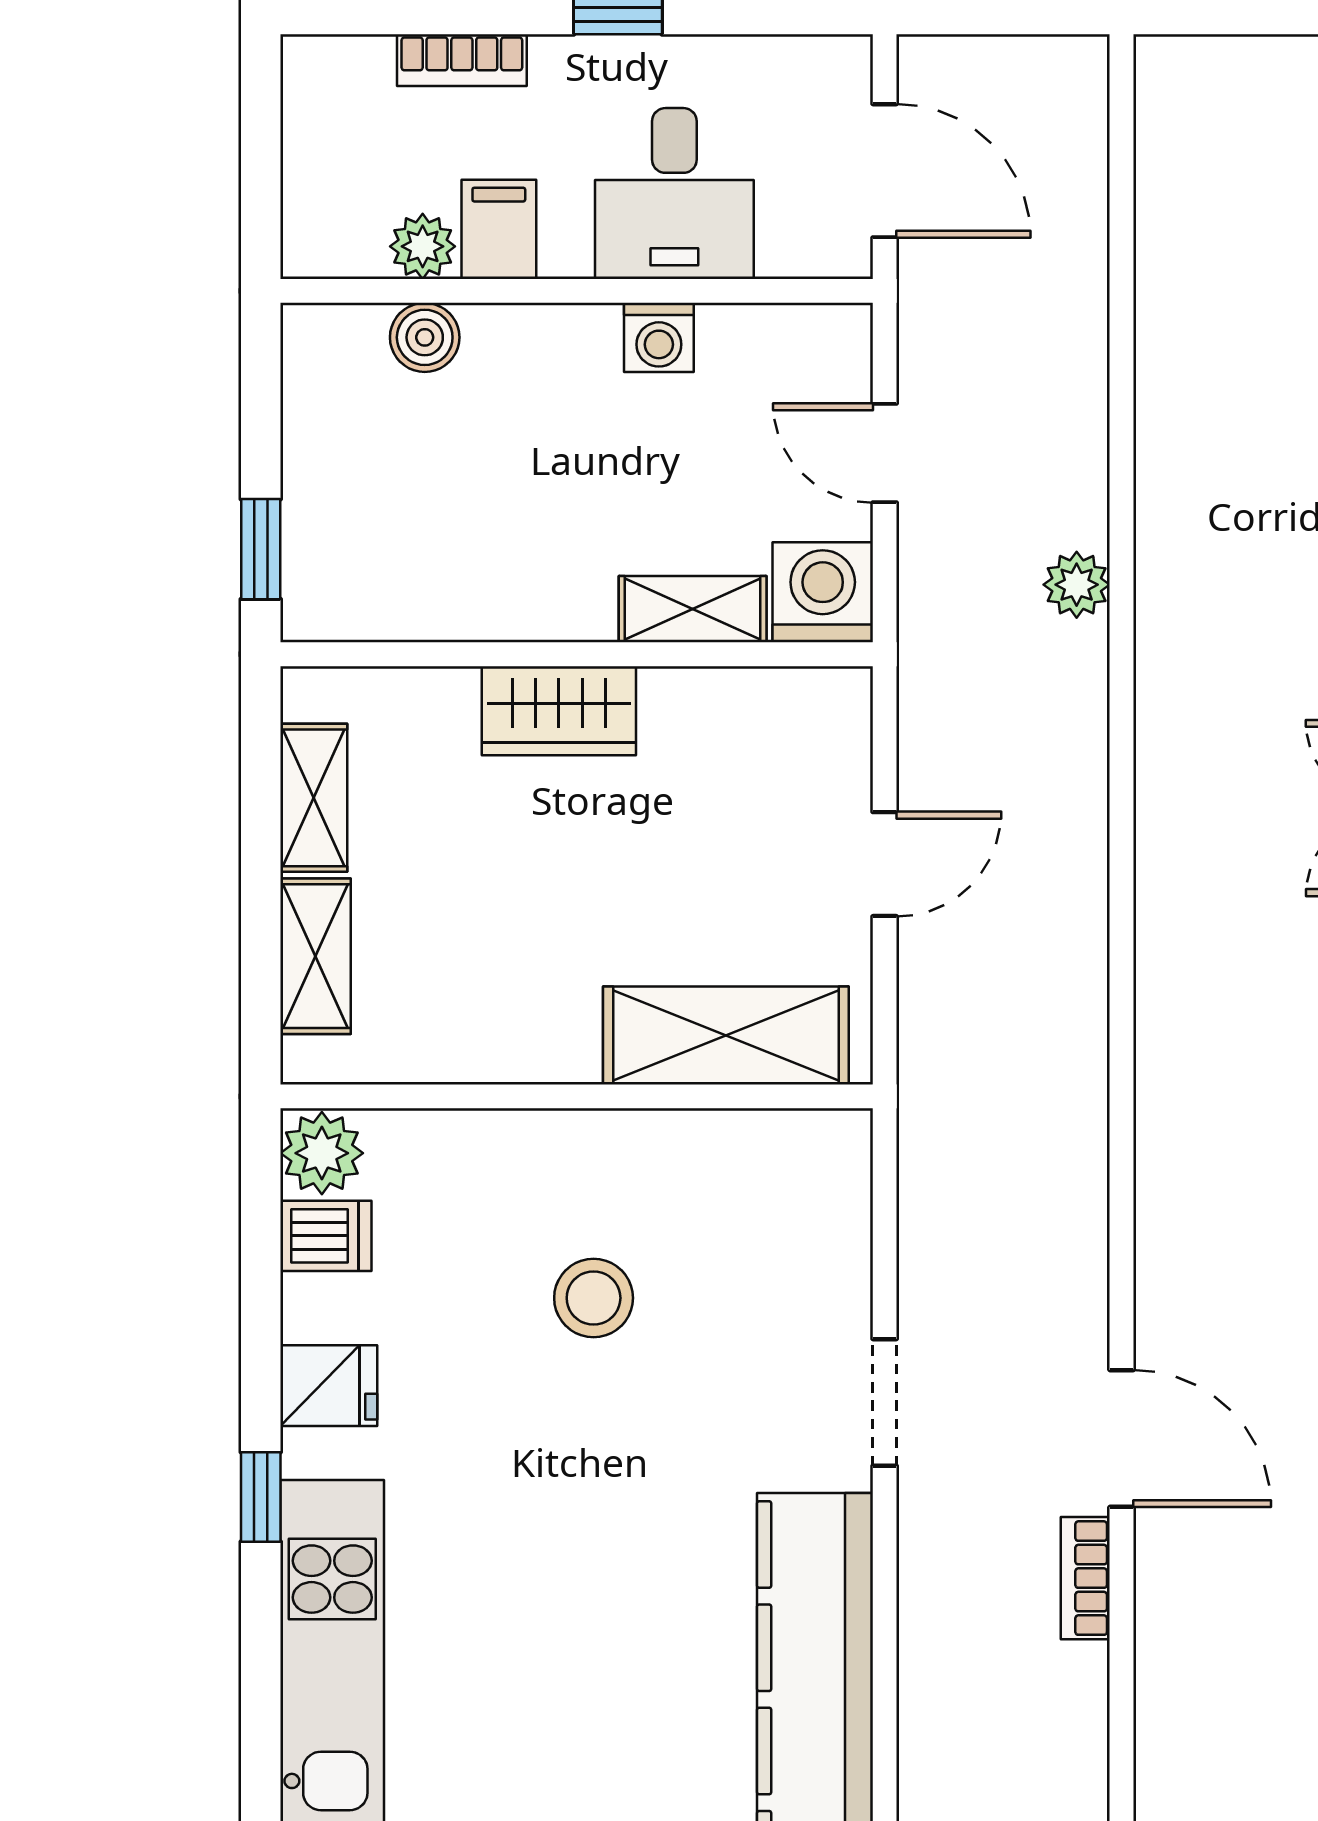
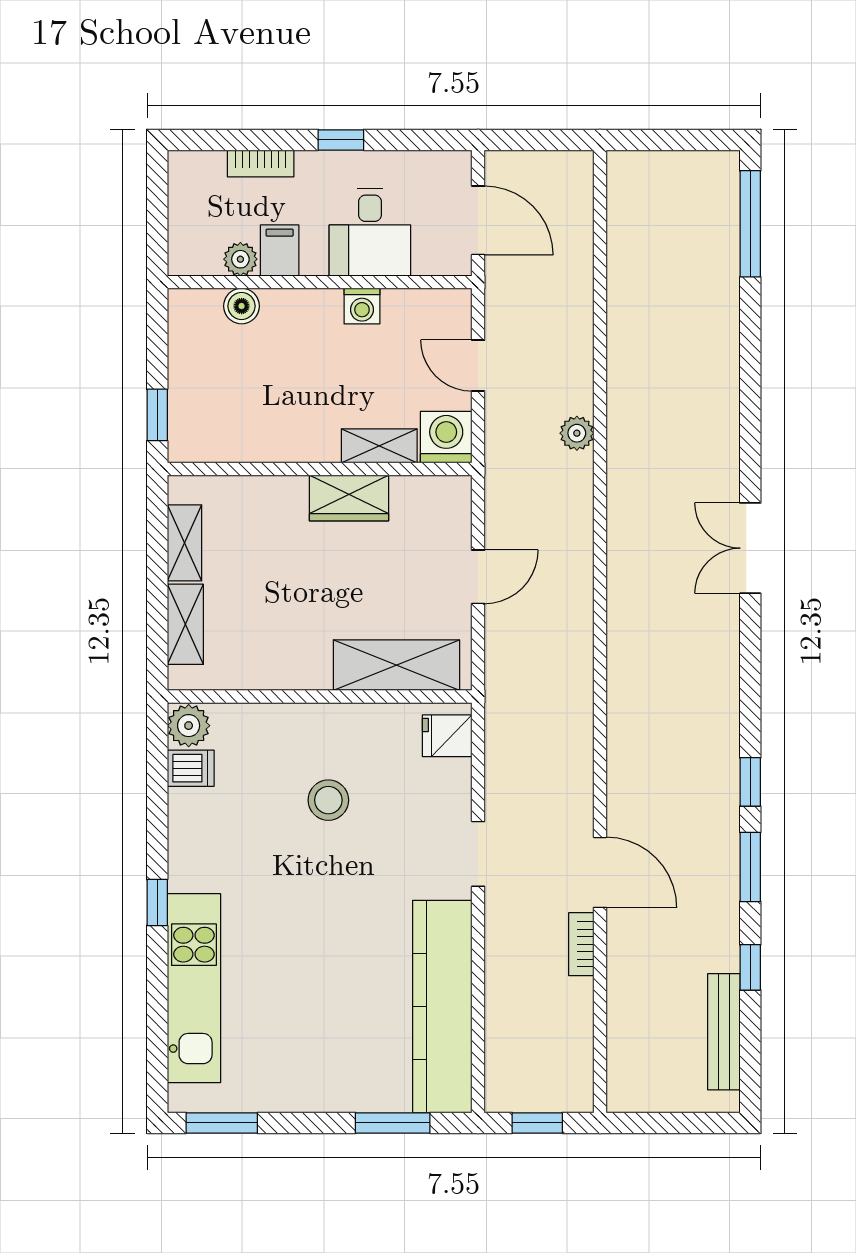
wardrobe: (559, 711) -> (349, 498), moved
fridge: (329, 1386) -> (447, 736), moved, turned 180

